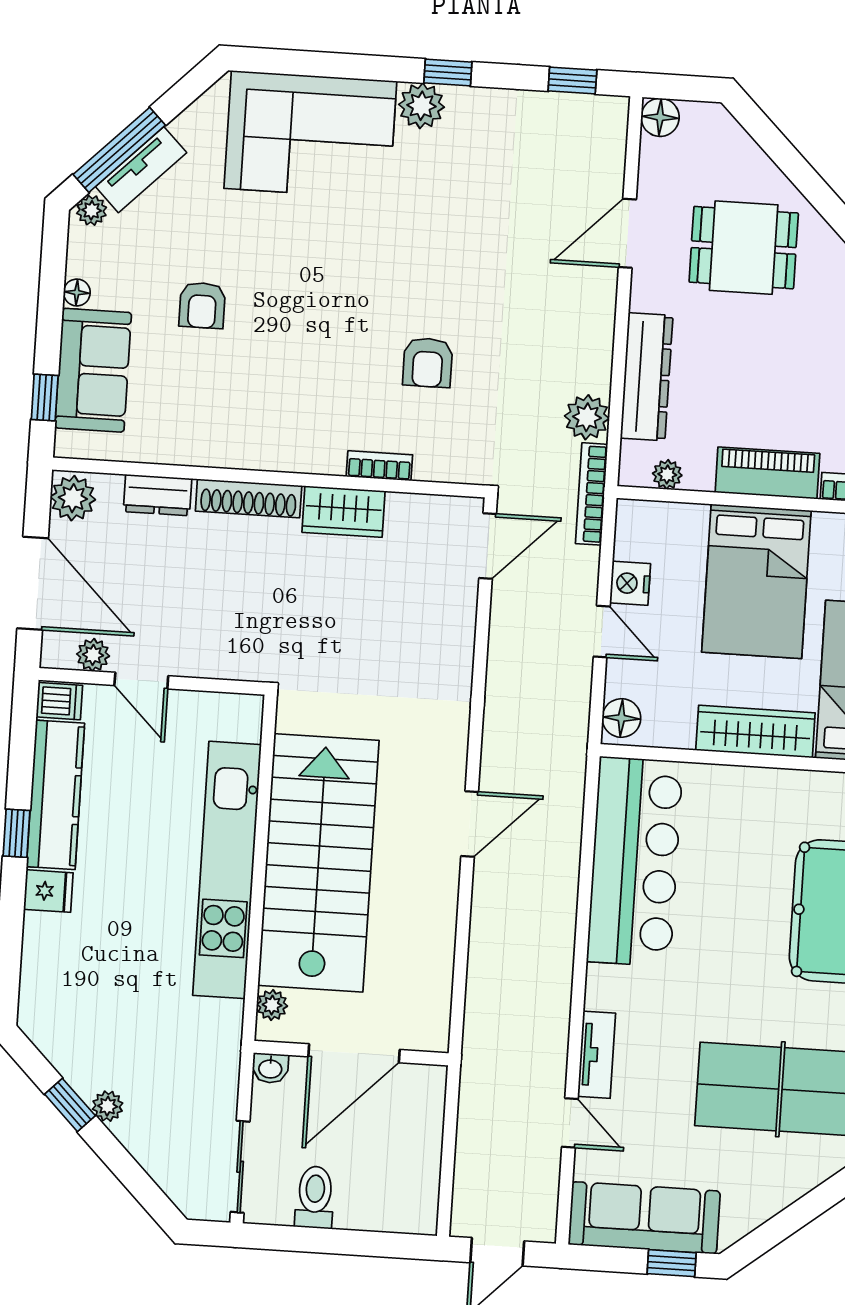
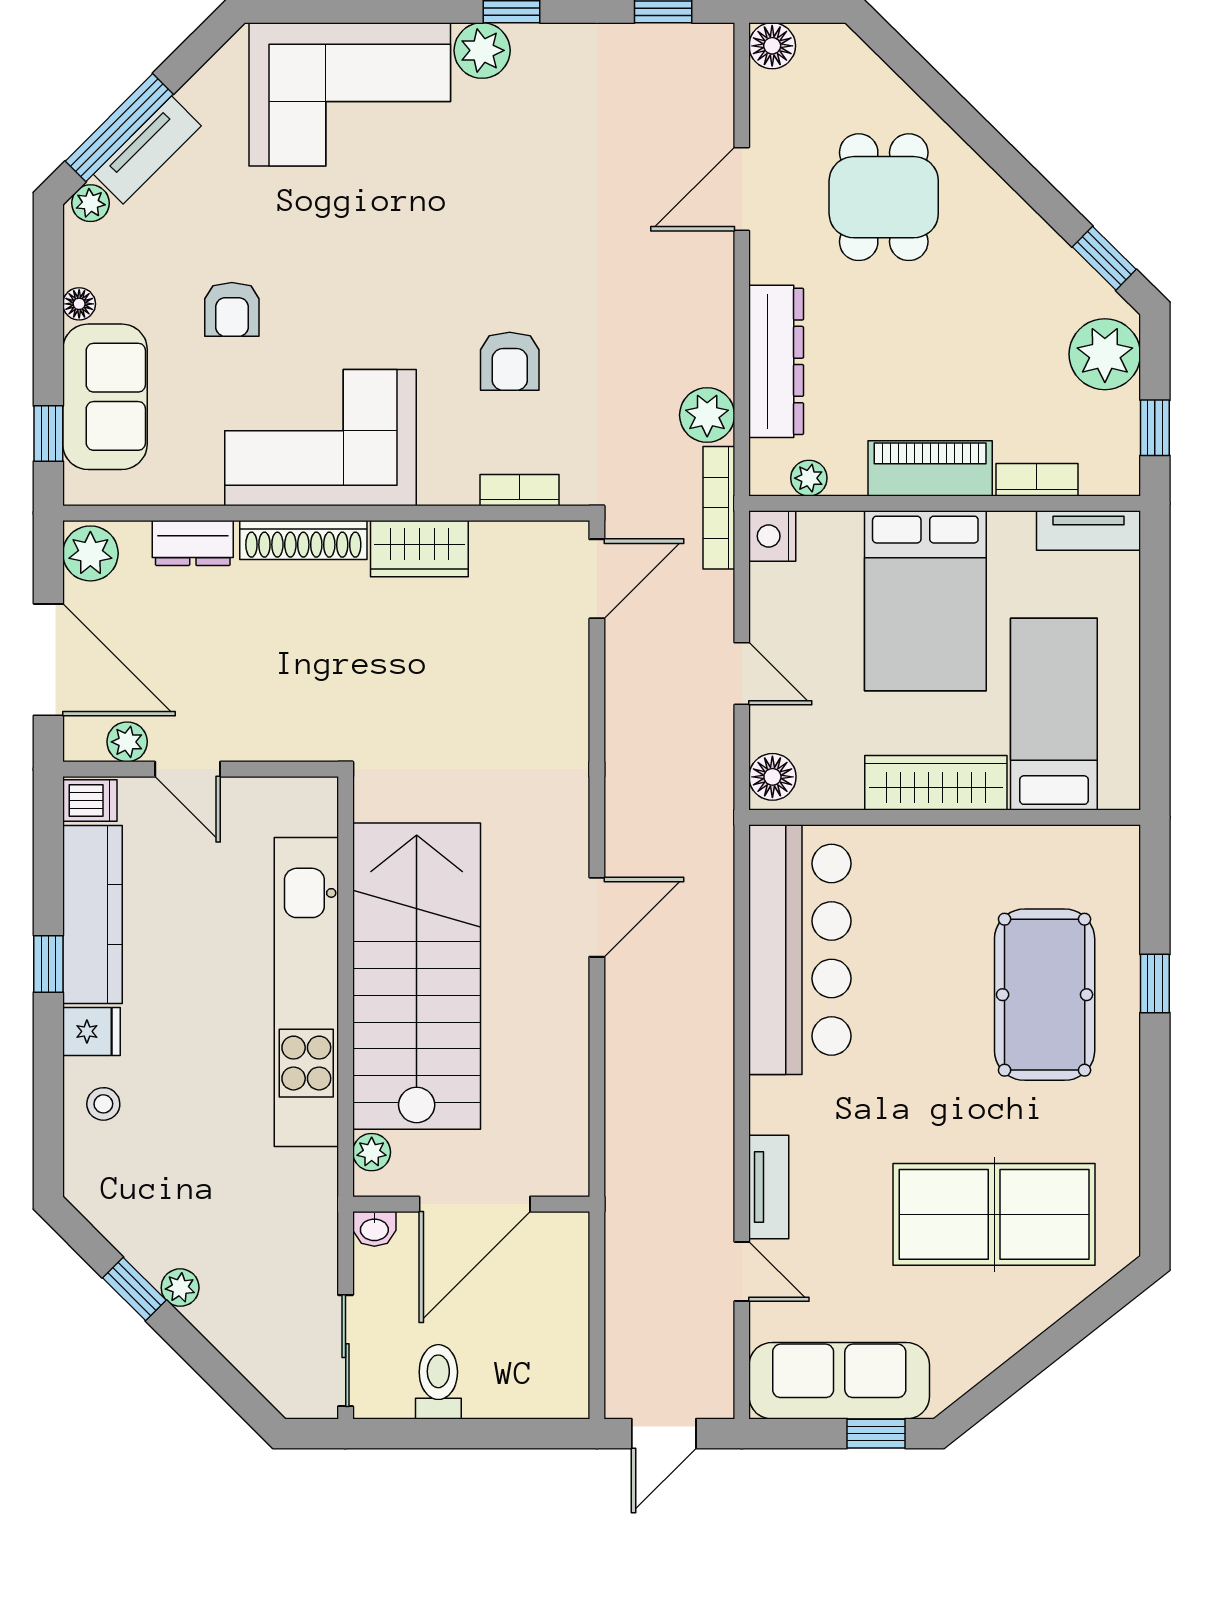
dining table: (744, 248) -> (884, 197), turned 90
corner sofa: (268, 415) -> (320, 438), added
bookcase: (379, 466) -> (519, 490), moved
nightstand: (630, 583) -> (772, 536), moved
stool: (54, 951) -> (103, 1104), added

